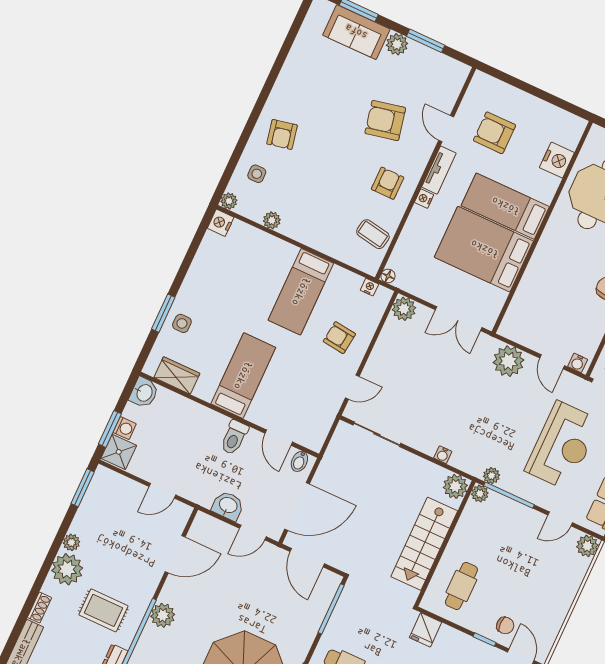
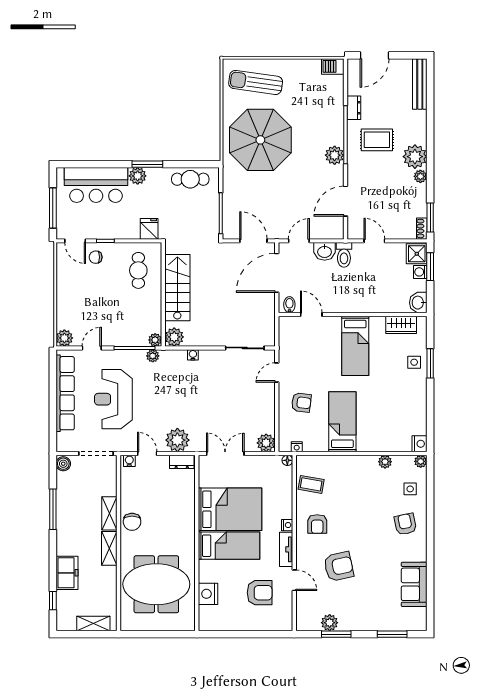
sofa: (356, 32) -> (414, 584), moved, turned -90
plant: (397, 44) -> (330, 623), moved
dresser: (515, 333) -> (182, 462), added
toilet: (234, 437) -> (344, 255), moved, turned 180
door: (162, 491) -> (374, 241), hinge flipped
shoe rack: (40, 608) -> (422, 229), moved

